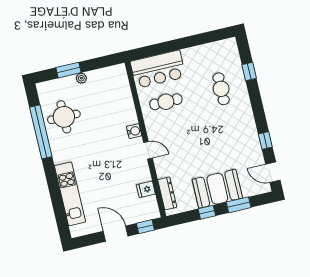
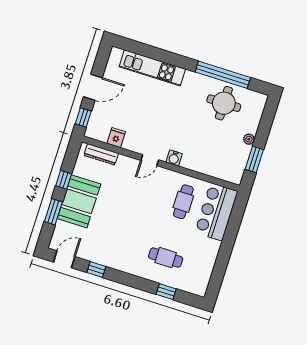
window: (69, 70) -> (254, 159), moved

